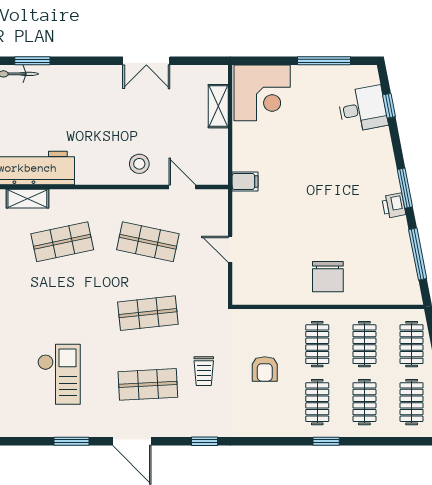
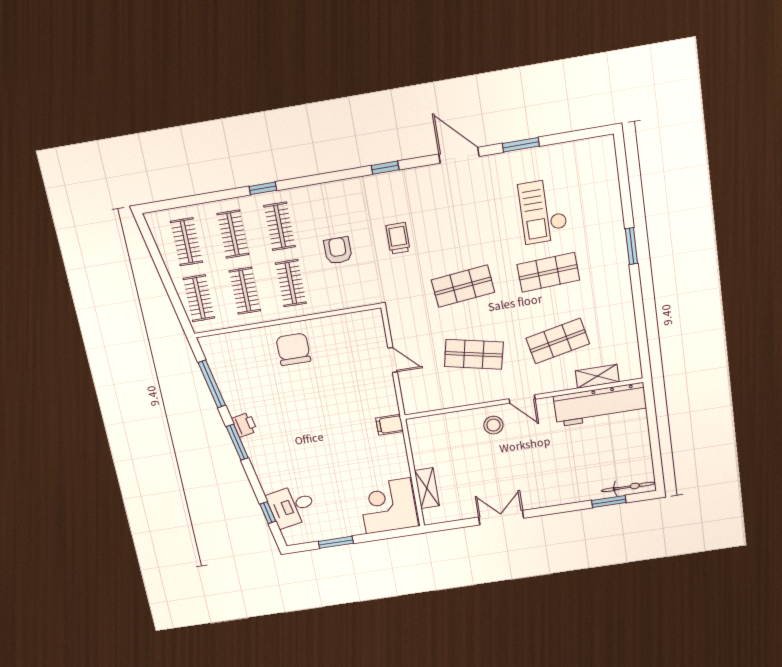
window: (324, 61) -> (336, 542), width x0.69
door: (182, 187) -> (522, 399), moved
shop shelf: (148, 384) -> (548, 272), moved

